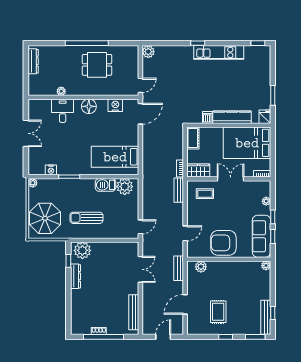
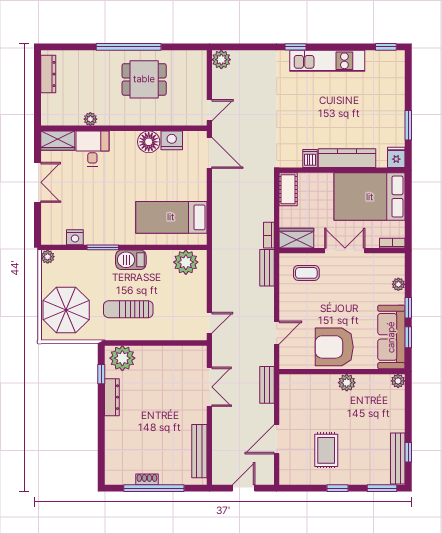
wardrobe: (39, 106) -> (58, 141), added
floor lamp: (89, 106) -> (149, 142), moved
door: (140, 114) -> (209, 153), hinge flipped
barbecue: (105, 185) -> (131, 260), moved
plant: (201, 267) -> (347, 383), moved

